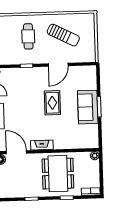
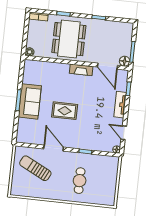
sun lounger: (63, 35) -> (35, 168), moved
door: (58, 65) -> (54, 148), hinge flipped
rug: (52, 103) -> (65, 111), turned 90

